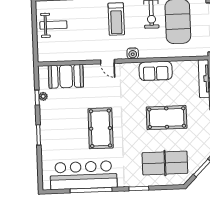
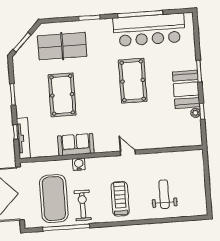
weight bench: (53, 25) -> (164, 194), moved, turned 90
water cooler: (133, 53) -> (79, 164), moved
booth: (66, 76) -> (186, 89), moved, turned 90
pool table: (167, 118) -> (62, 95), turned 90

